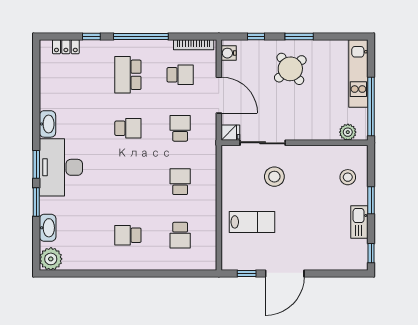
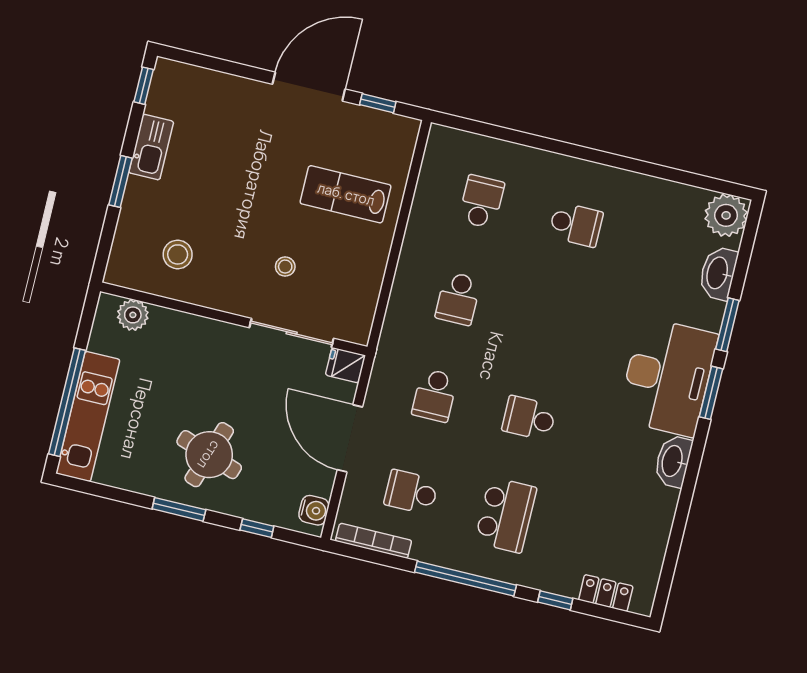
round table: (290, 69) -> (209, 455), turned -33
window: (371, 106) -> (67, 402), moved
stool: (274, 177) -> (285, 267), width x0.53, depth x0.53
stool: (348, 177) -> (178, 254), moved

